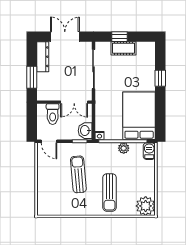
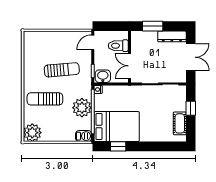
cot: (123, 48) -> (180, 123), moved
window: (160, 78) -> (118, 146), moved
plant: (124, 148) -> (82, 108), width x1.88, depth x1.88

